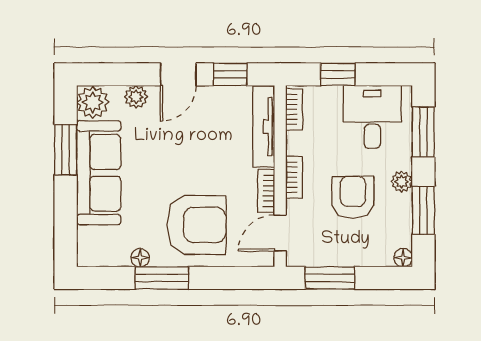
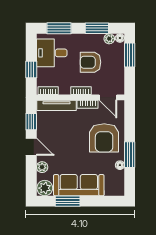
plant: (402, 182) -> (109, 39), moved
armchair: (196, 225) -> (104, 138), turned 180
window: (330, 278) -> (130, 55), moved

